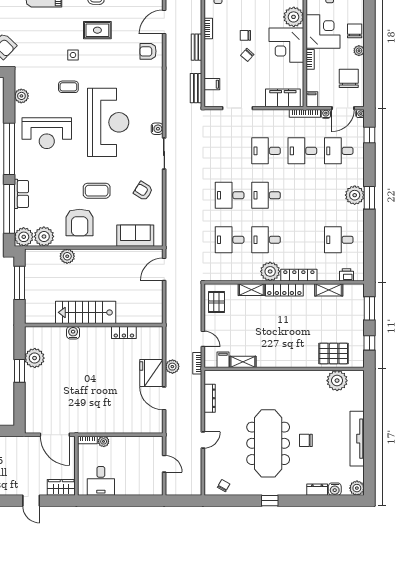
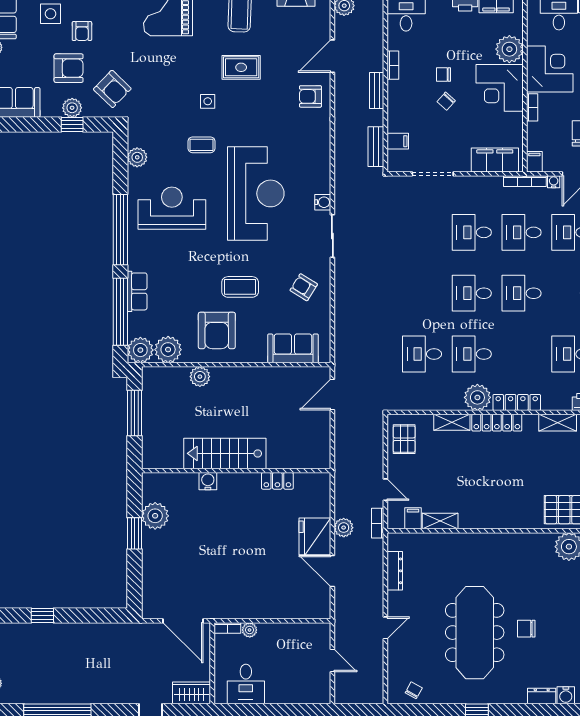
reception desk: (47, 133) -> (172, 208), turned 180
desk: (230, 195) -> (522, 293), moved

